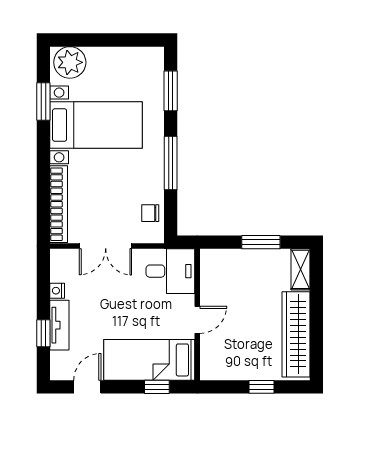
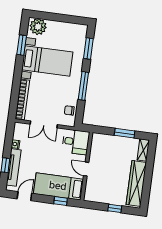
door: (197, 320) -> (86, 169), swing flipped
tv unit: (59, 325) -> (14, 167), width x1.41

